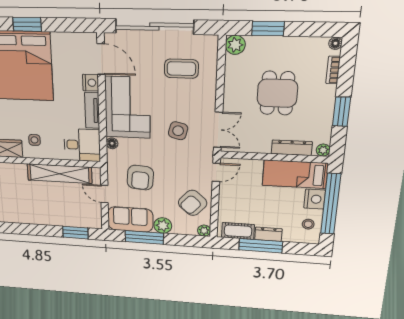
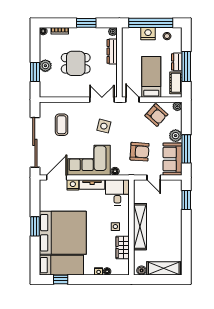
plant: (235, 45) -> (45, 66), moved
shelving: (59, 174) -> (140, 227), moved
bed: (295, 174) -> (151, 77), moved, turned 180
door: (104, 194) -> (154, 177), hinge flipped

